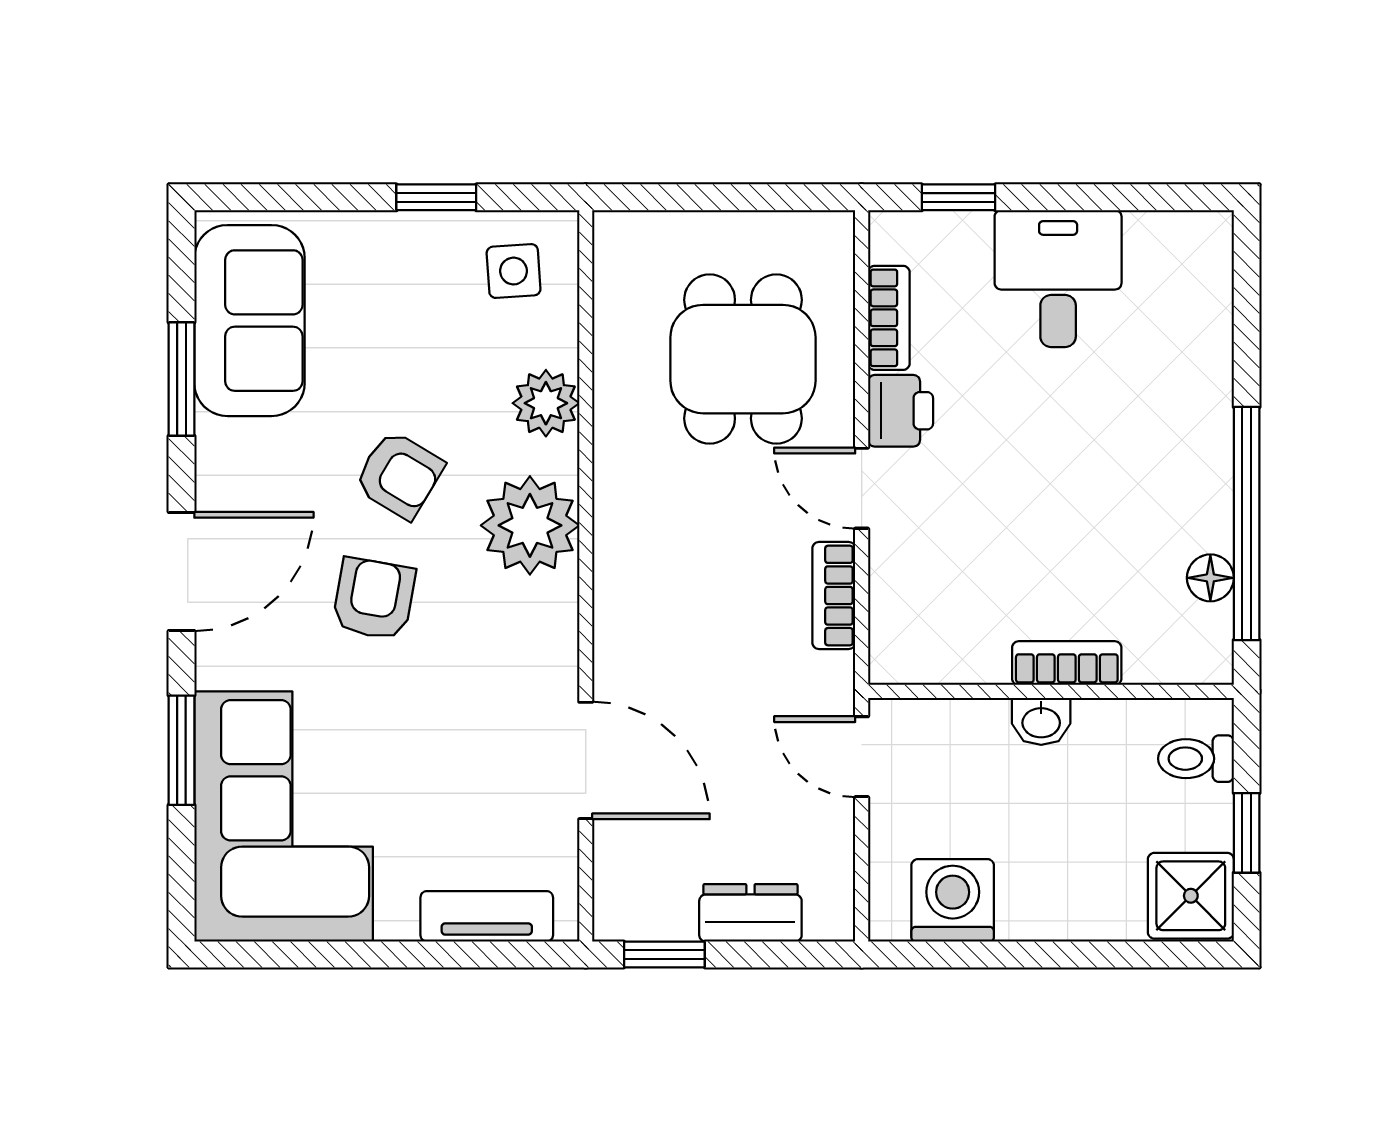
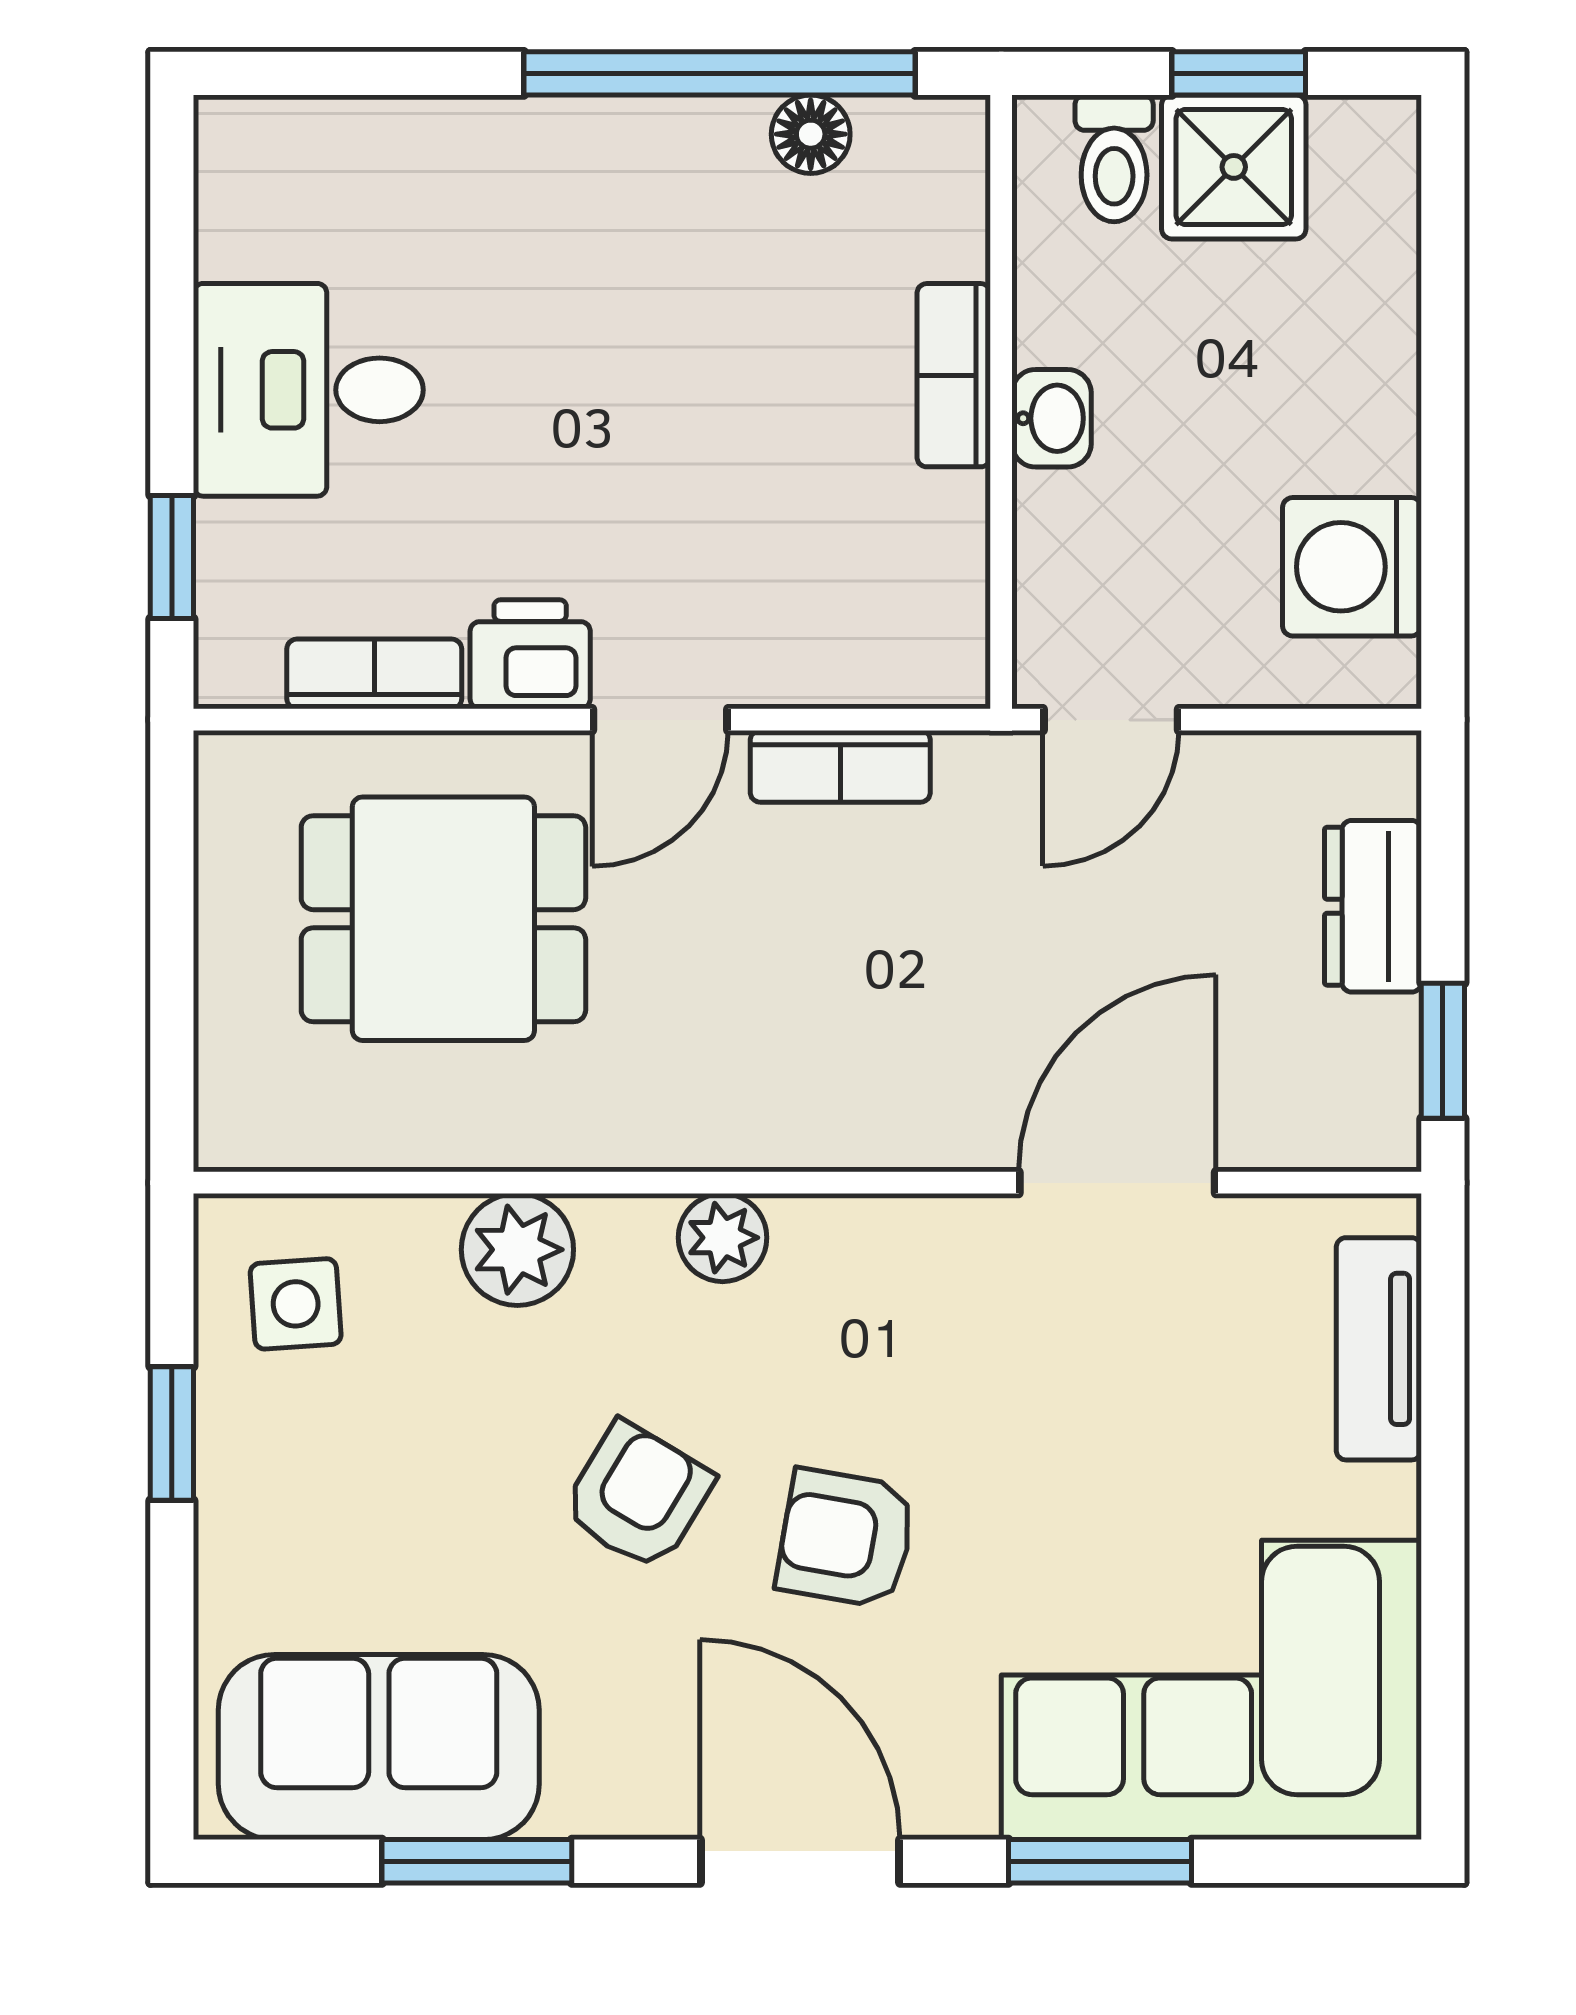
plant: (530, 525) -> (723, 1238), width x0.53, depth x0.53
shower: (1191, 896) -> (1234, 167), moved

